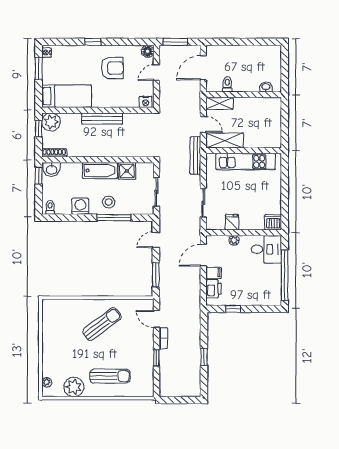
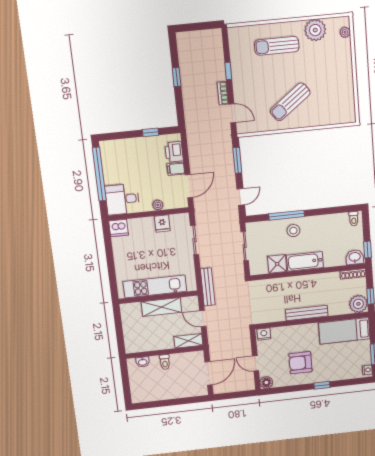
window: (175, 42) -> (239, 395), removed
door: (156, 73) -> (256, 363), swing flipped
toilet: (227, 84) -> (165, 362), moved
shelving: (225, 141) -> (161, 307), moved
washing machine: (80, 206) -> (322, 223), removed

